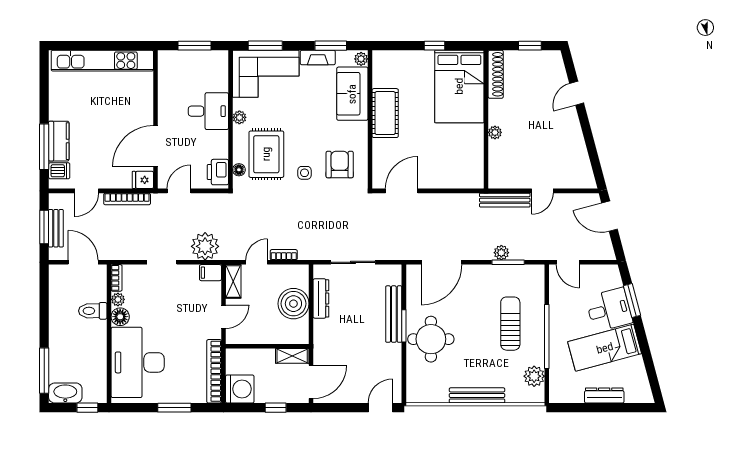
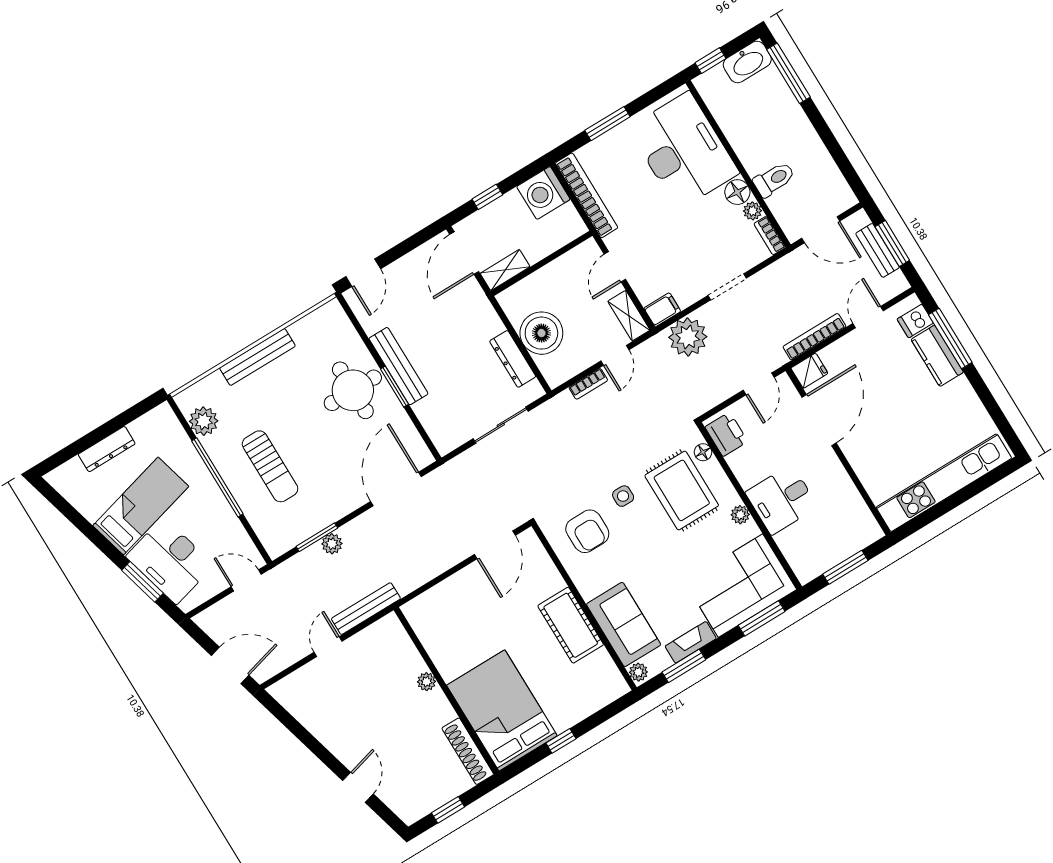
desk: (609, 310) -> (170, 561), width x1.37
bench: (394, 314) -> (398, 366), moved

